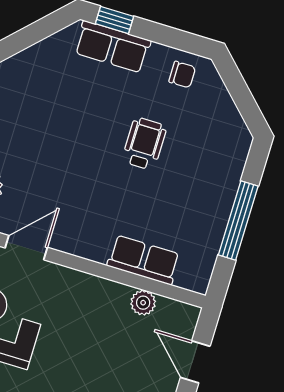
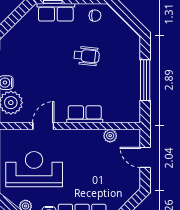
wheelchair: (144, 144) -> (87, 56), turned 96
row of seats: (144, 260) -> (85, 114), moved

